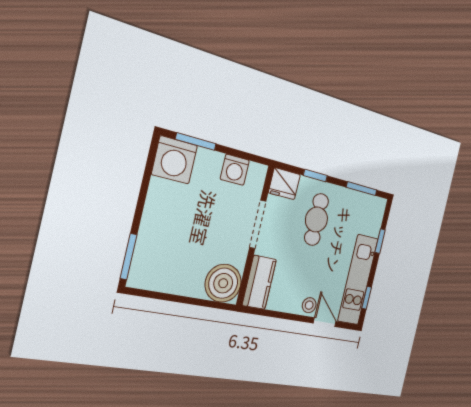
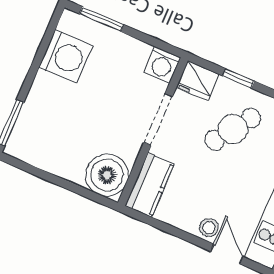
washing machine: (175, 160) -> (66, 56), moved, turned -90
washing machine: (235, 170) -> (162, 65), moved
cafe table: (316, 220) -> (233, 129), turned 35

